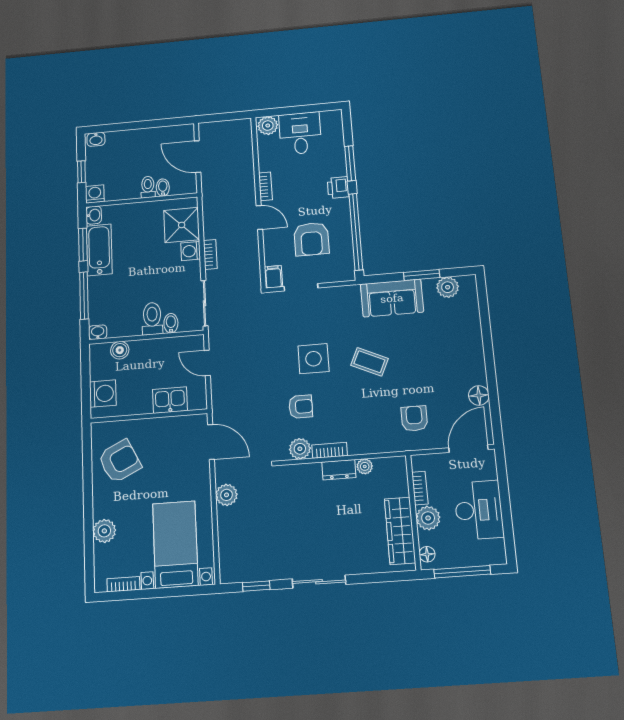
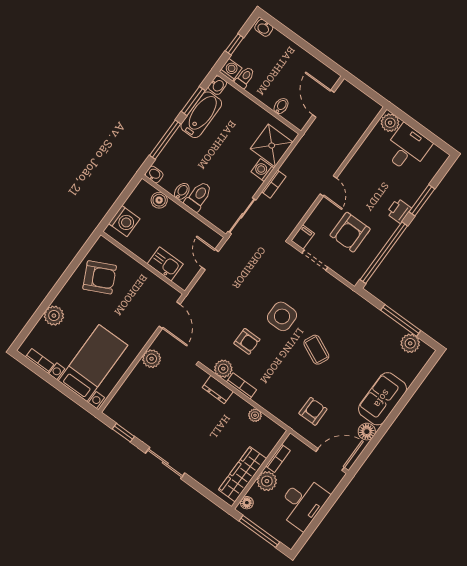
bookcase: (265, 186) -> (351, 167), removed
toilet: (148, 187) -> (245, 77), moved
window: (422, 275) -> (401, 320), width x1.44
sofa: (392, 298) -> (382, 399), moved, turned 90
bidet: (171, 323) -> (182, 191), moved
dresser: (339, 470) -> (218, 389), moved

